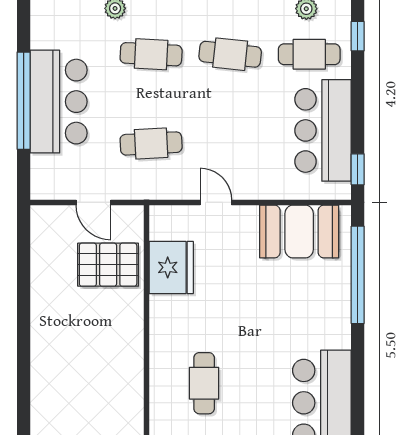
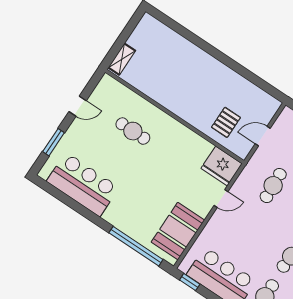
pallet: (108, 265) -> (226, 122), width x0.67, depth x0.71
fridge: (171, 267) -> (222, 166), moved

